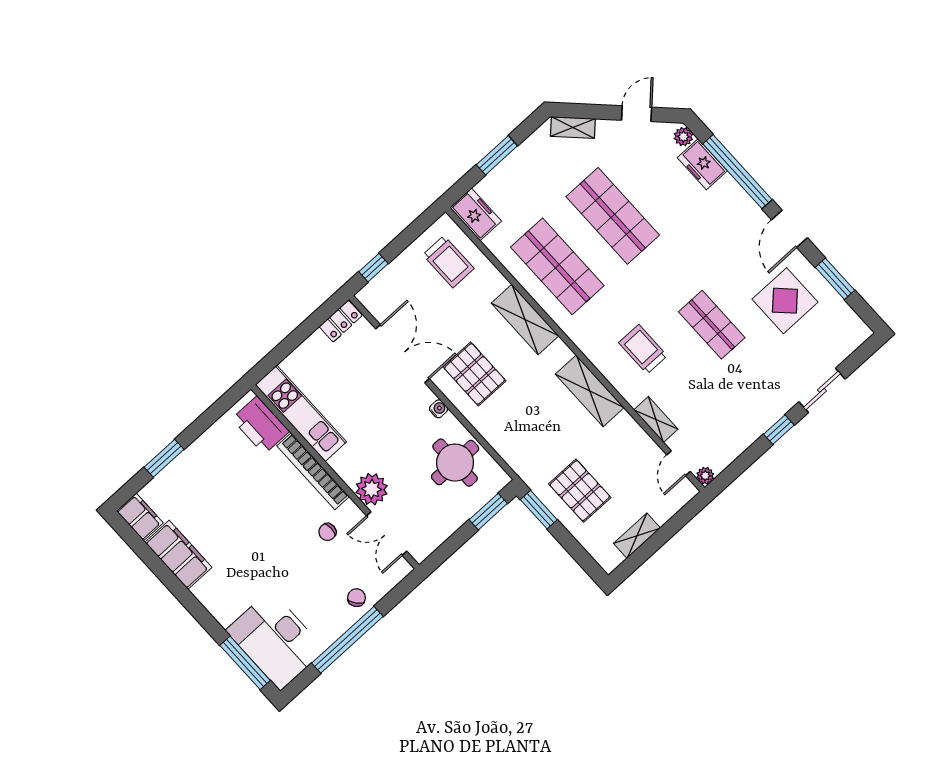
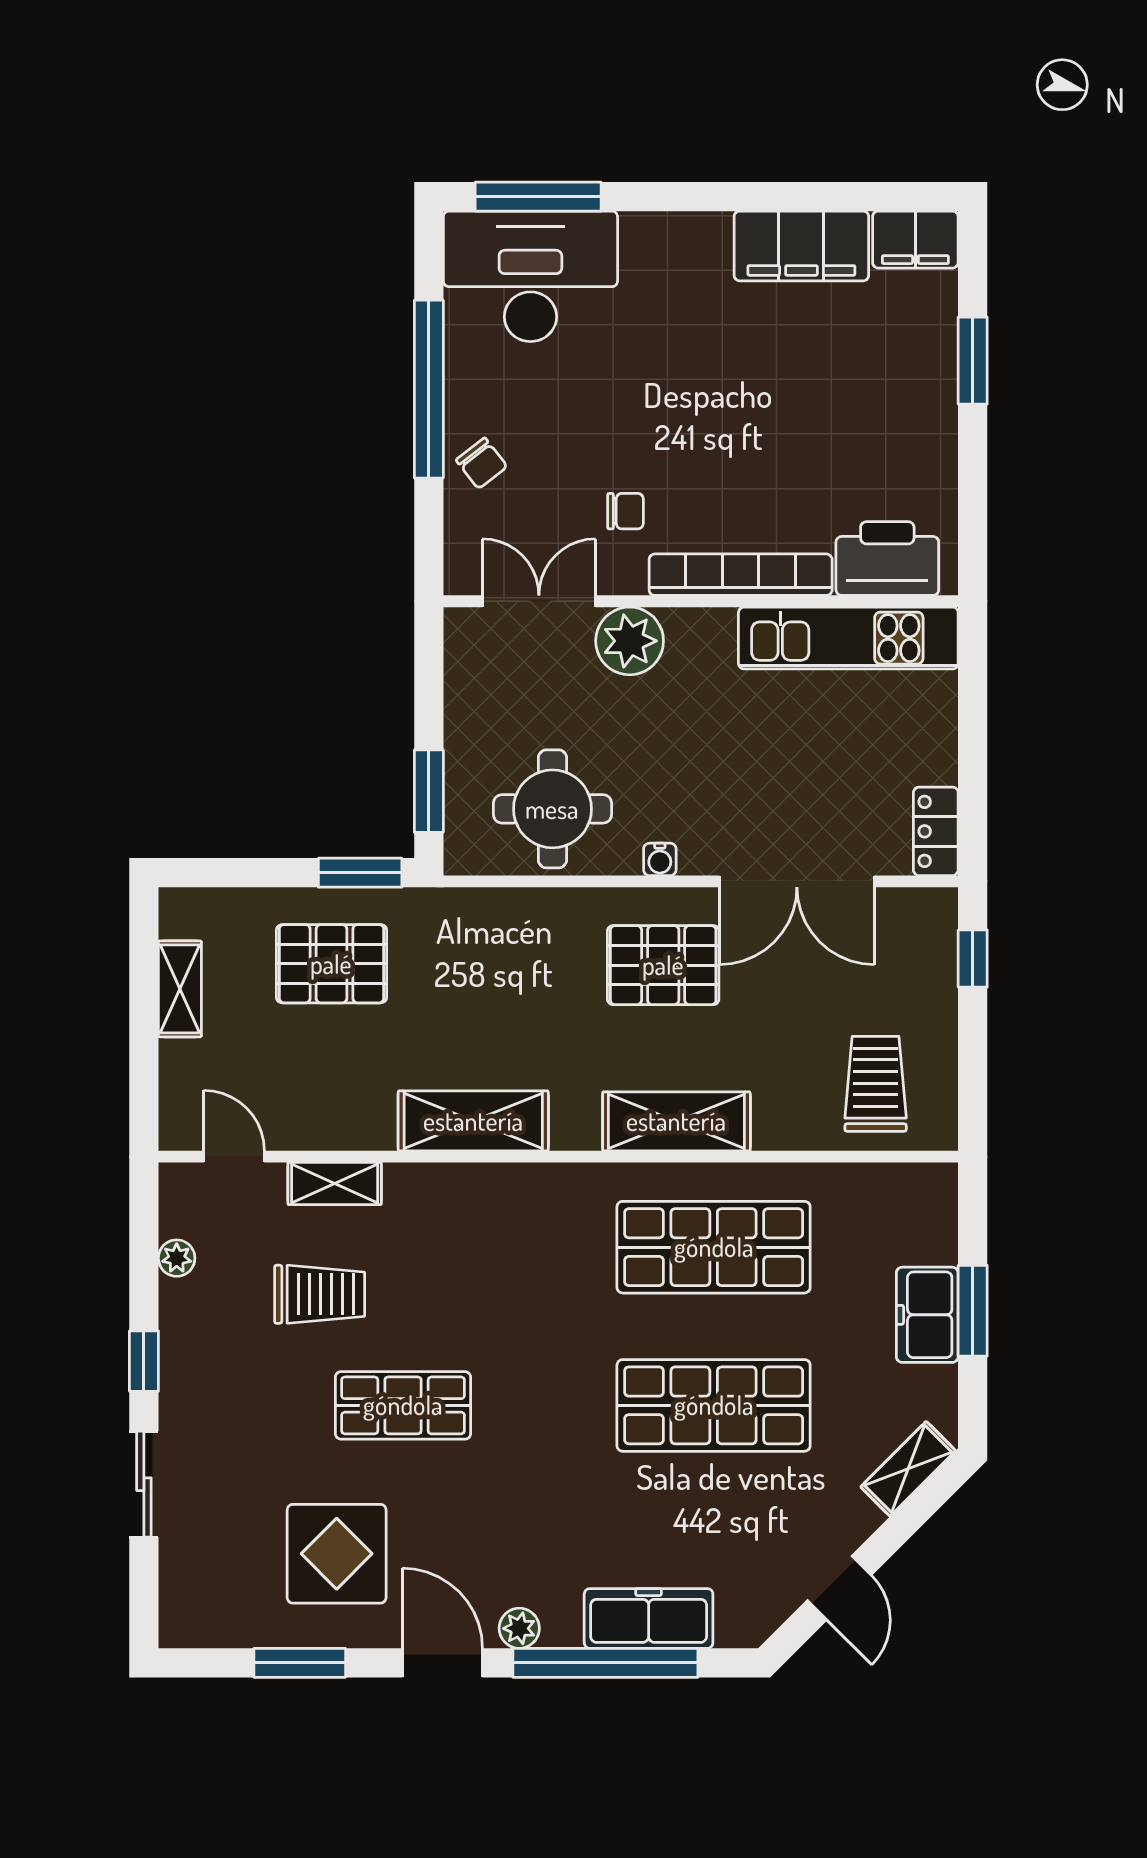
plant: (683, 137) -> (519, 1628), moved
freezer: (702, 164) -> (649, 1618), width x1.40
freezer: (476, 214) -> (927, 1315), moved, turned 90
trolley: (448, 262) -> (876, 1084), turned 90
trolley: (643, 349) -> (320, 1294), moved
plant: (705, 476) -> (177, 1258), moved
chair: (327, 532) -> (625, 511), turned 90

